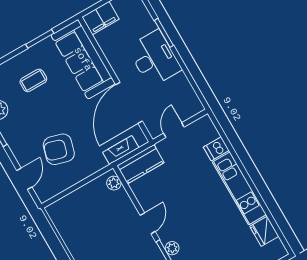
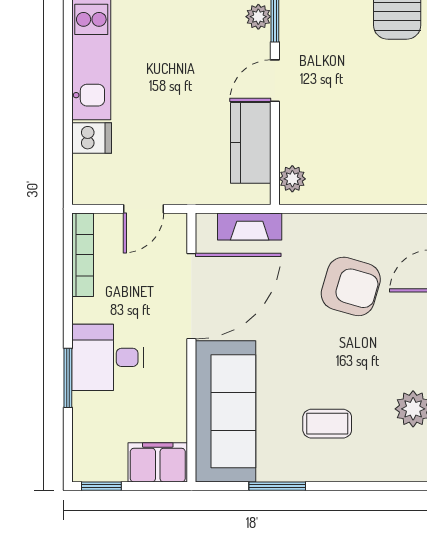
desk: (154, 58) -> (108, 357), width x0.73
bookcase: (190, 93) -> (83, 255), added
kitchen counter: (141, 164) -> (251, 143), moved, turned -90

